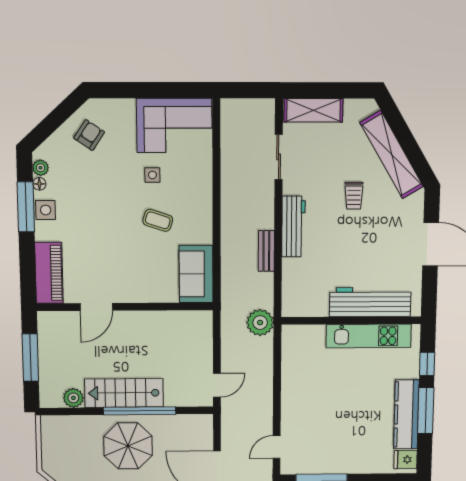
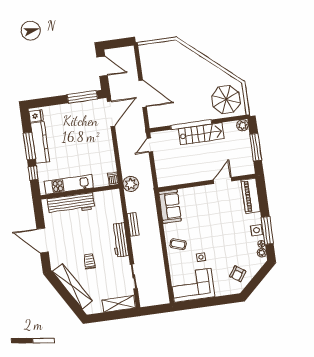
coffee table: (158, 220) -> (178, 244), moved
dishwasher: (290, 335) -> (113, 179), added
plant: (73, 398) -> (243, 125), moved
parasol: (128, 446) -> (226, 100), moved
door: (277, 447) -> (111, 114), width x1.88

